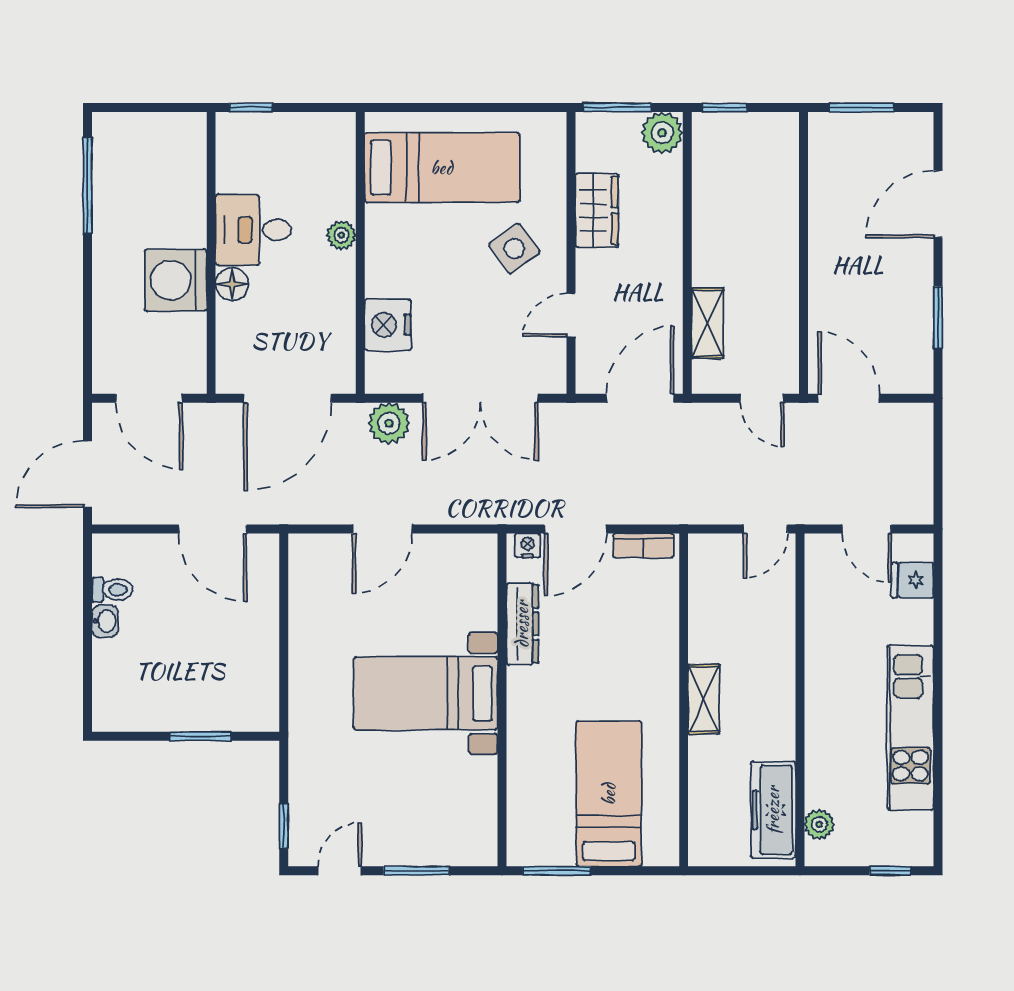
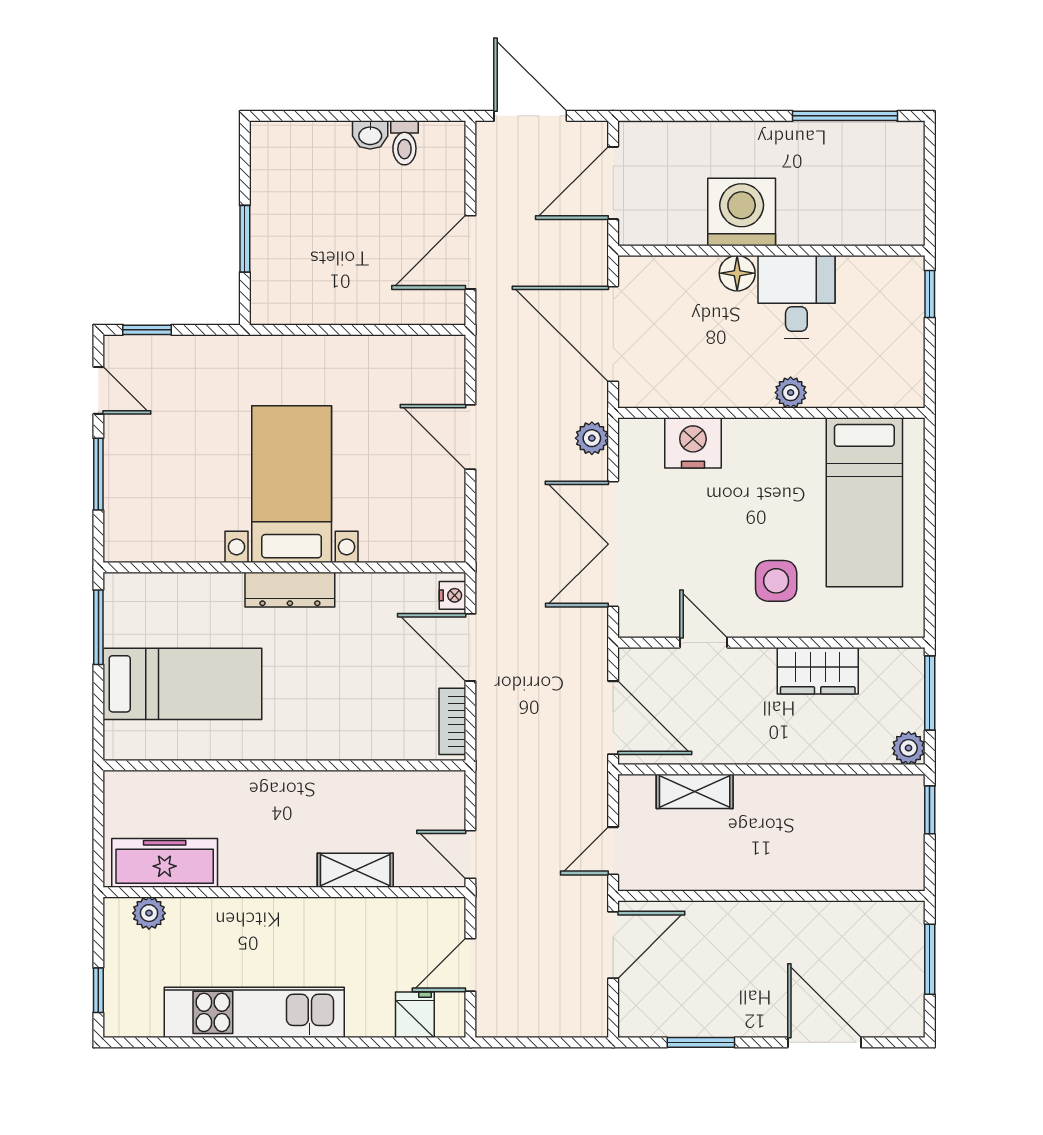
plant: (662, 133) -> (909, 748), width x0.73, depth x0.73
side table: (514, 249) -> (776, 581), turned 36
plant: (389, 423) -> (592, 438), width x0.73, depth x0.73
dresser: (522, 624) -> (290, 590), moved
shelving: (704, 699) -> (355, 870), moved

